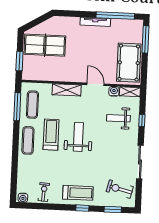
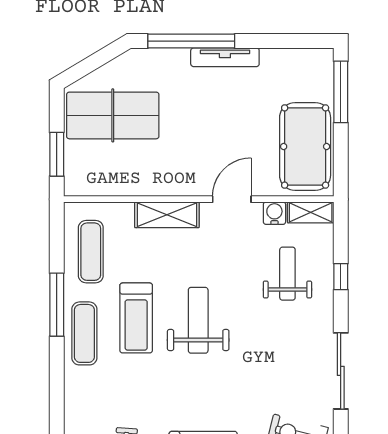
window: (115, 16) -> (191, 41), moved
door: (95, 84) -> (232, 199), hinge flipped
window: (17, 107) -> (57, 305), moved
weight bench: (118, 118) -> (287, 274), turned 90
treadmill: (51, 135) -> (136, 318), turned 180

